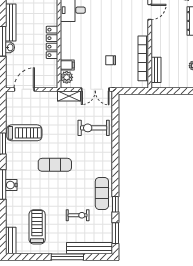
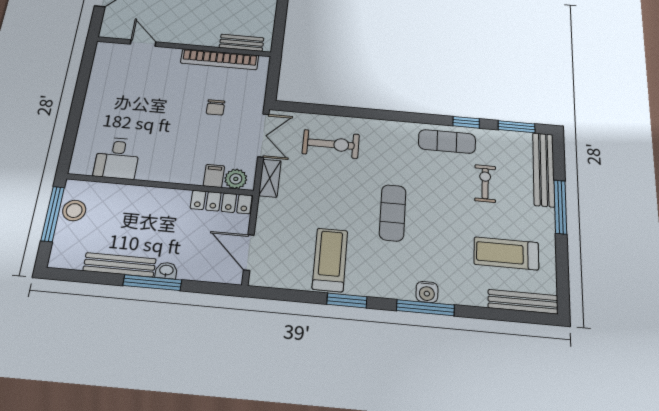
locker: (52, 42) -> (221, 202), moved
exercise bike: (94, 128) -> (331, 144), turned -90
bench: (11, 240) -> (523, 302), width x1.36

